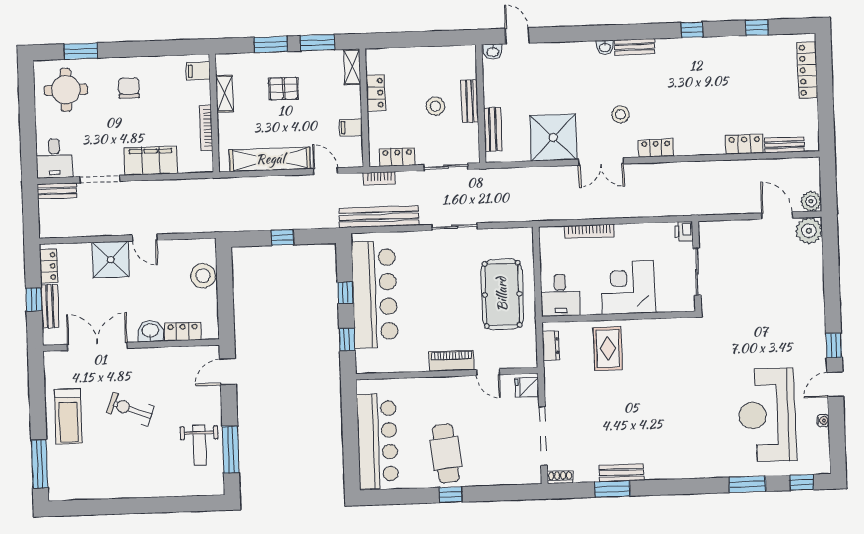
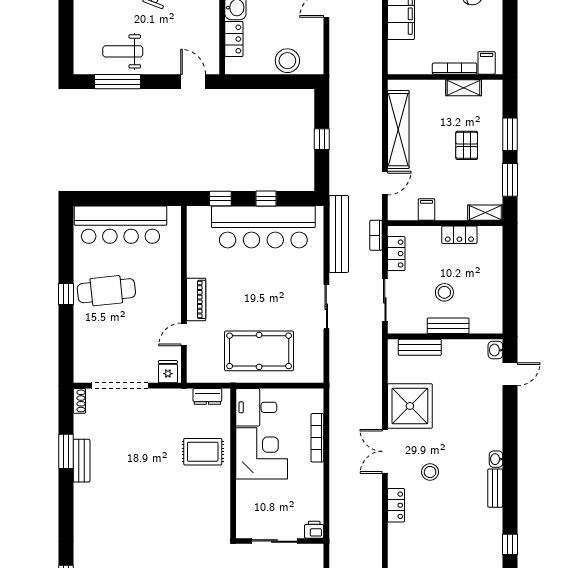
bookcase: (206, 128) -> (455, 69), moved
corner desk: (628, 287) -> (262, 453), moved

